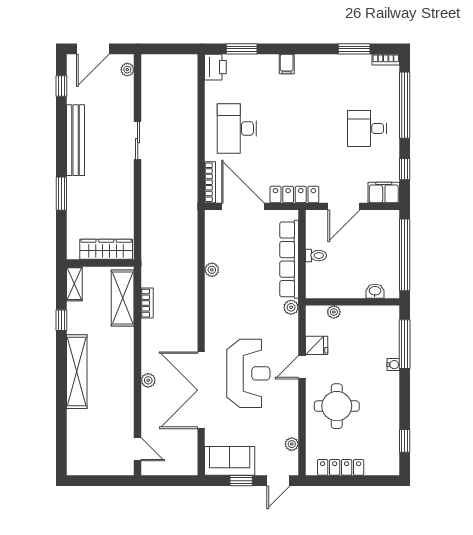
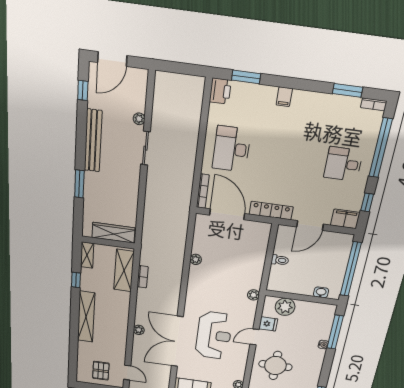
plant: (127, 70) -> (139, 119), moved
row of seats: (289, 259) -> (258, 260), removed
plant: (334, 312) -> (285, 307), width x1.88, depth x1.88
pallet: (101, 452) -> (101, 371), added

